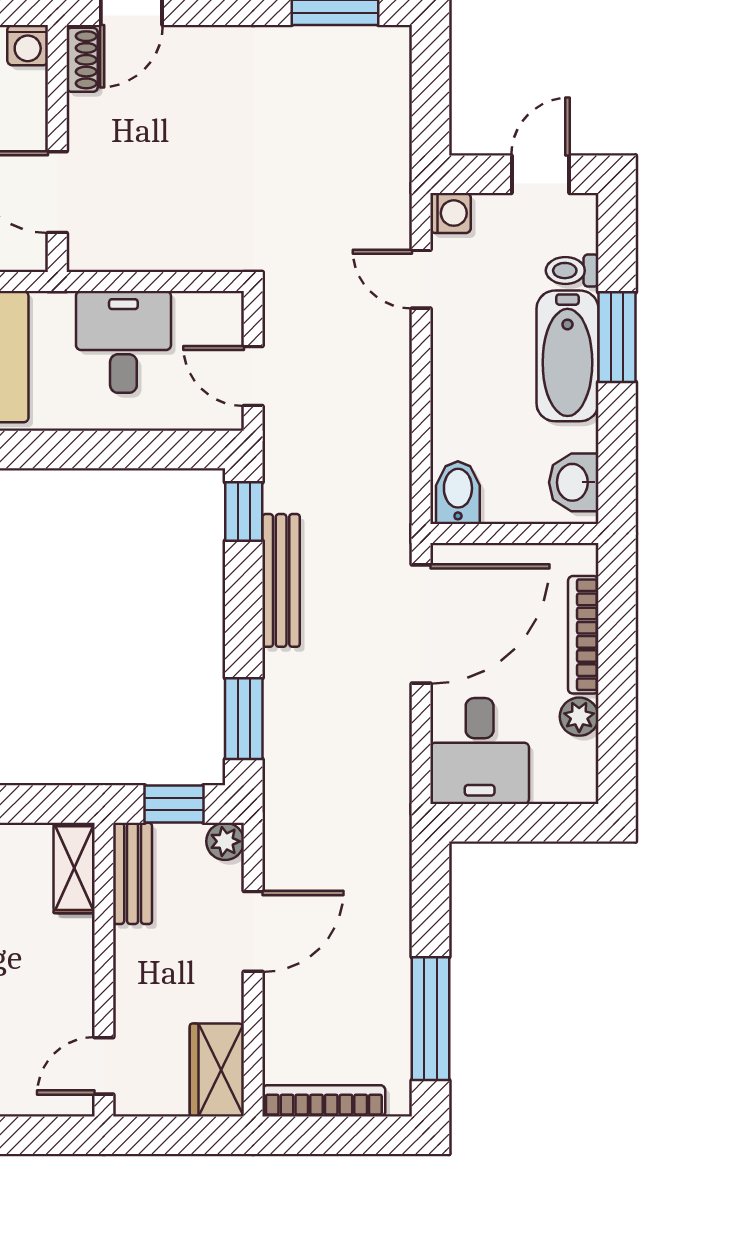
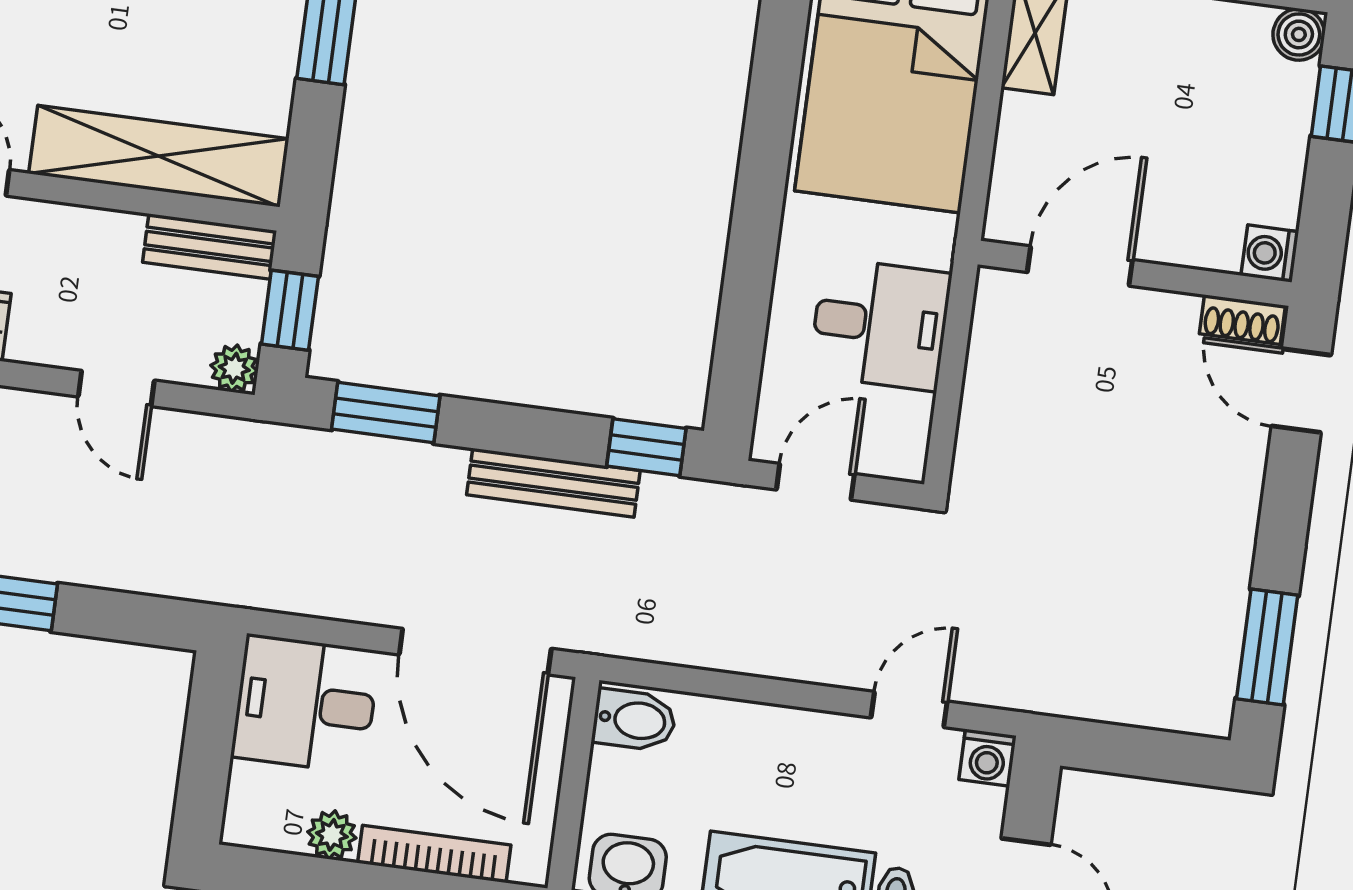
shelving: (74, 868) -> (159, 156), width x2.20, depth x1.33
door: (253, 931) -> (116, 389), width x0.73

